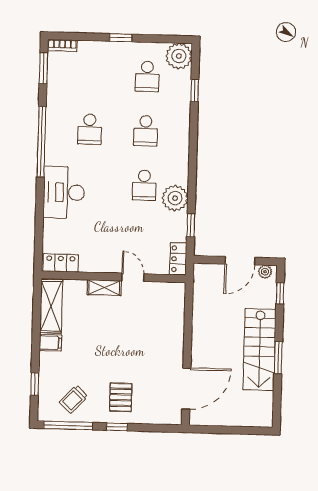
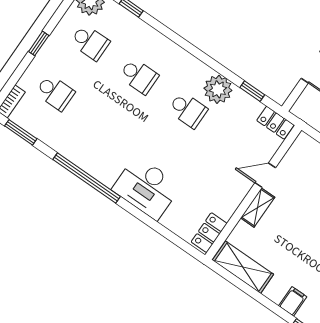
school desk: (90, 129) -> (55, 93), moved
filing cabinet: (50, 343) -> (293, 301), moved

